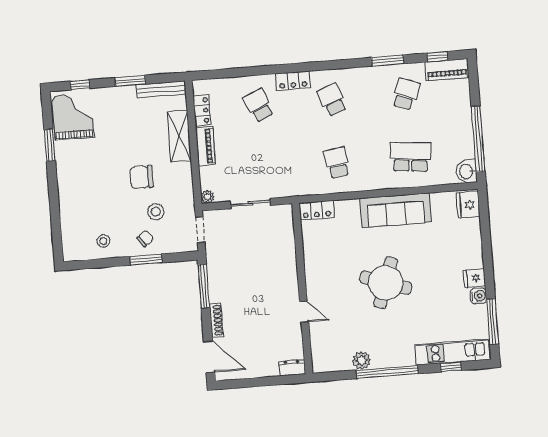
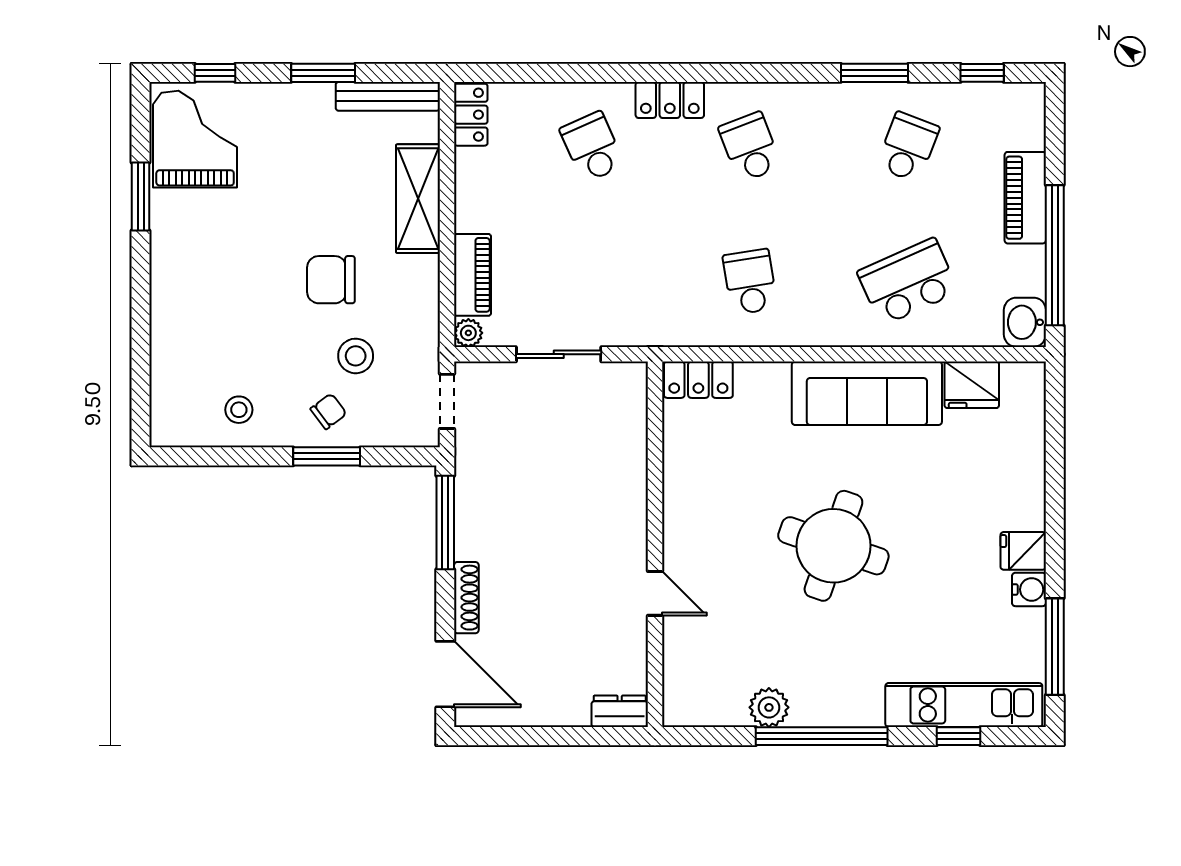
piano: (447, 70) -> (1025, 198), moved, turned 90
locker: (202, 110) -> (471, 115), moved
piano: (206, 146) -> (473, 275), moved
school desk: (411, 157) -> (908, 282), turned -30
fridge: (468, 205) -> (972, 385), moved, turned -90

